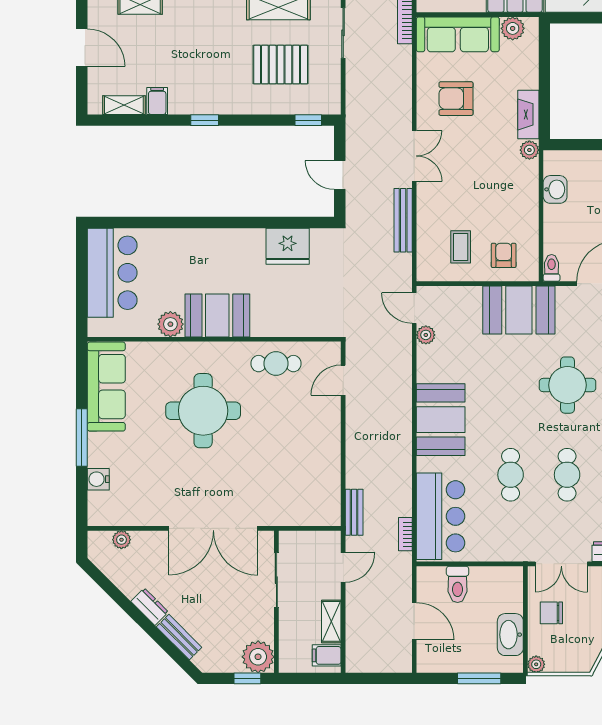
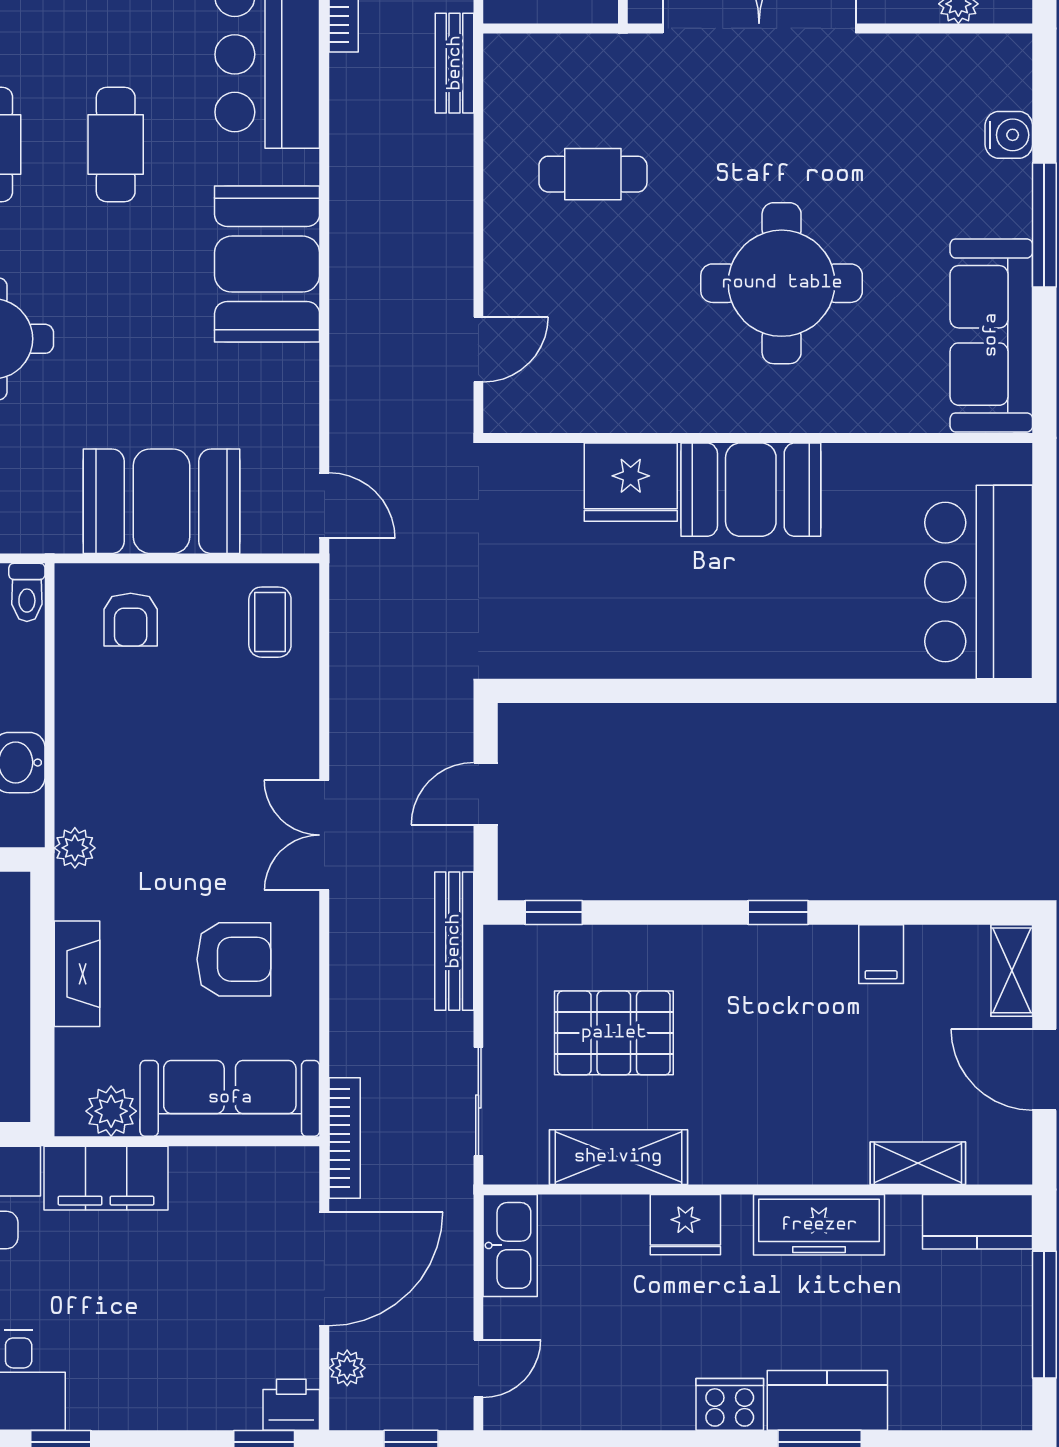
shelving: (124, 105) -> (1012, 970), moved, turned 90
fireplace: (528, 114) -> (77, 974), moved
door: (340, 175) -> (486, 794), swing flipped
bench: (403, 220) -> (454, 941), moved
fridge: (288, 246) -> (631, 482), moved, turned 180
coffee table: (461, 247) -> (270, 622), moved
booth: (519, 310) -> (161, 501), moved
plant: (170, 324) -> (852, 471), removed
plant: (426, 335) -> (299, 447), removed
cafe table: (276, 364) -> (593, 174), moved

